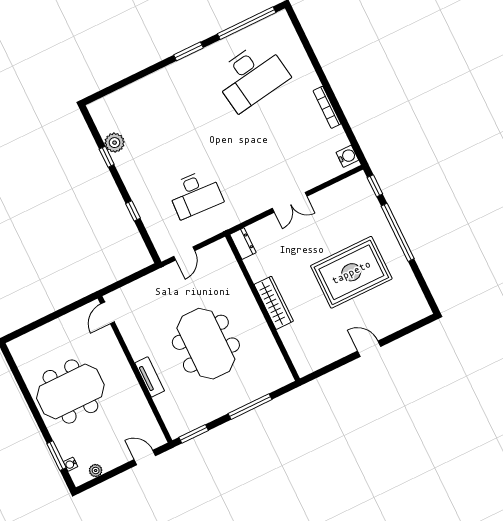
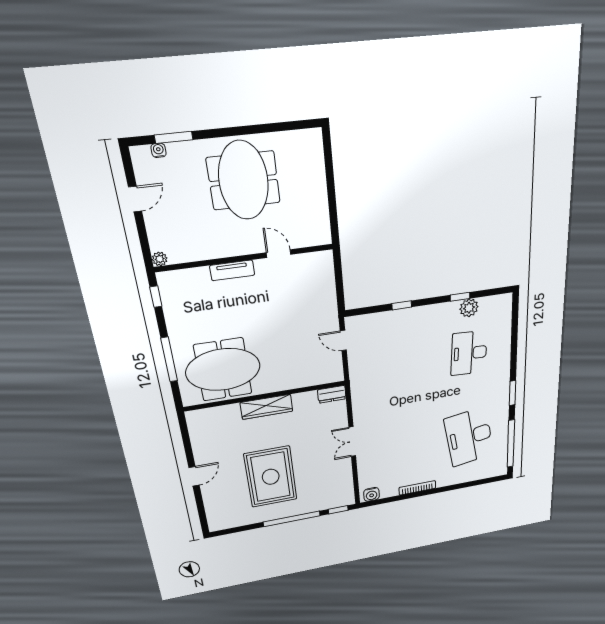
desk: (195, 194) -> (469, 353), moved
door: (108, 313) -> (278, 254), moved
meeting table: (206, 344) -> (223, 370), moved
window: (194, 434) -> (156, 297), width x0.67
door: (145, 458) -> (135, 199), moved
plant: (96, 470) -> (160, 259), moved

